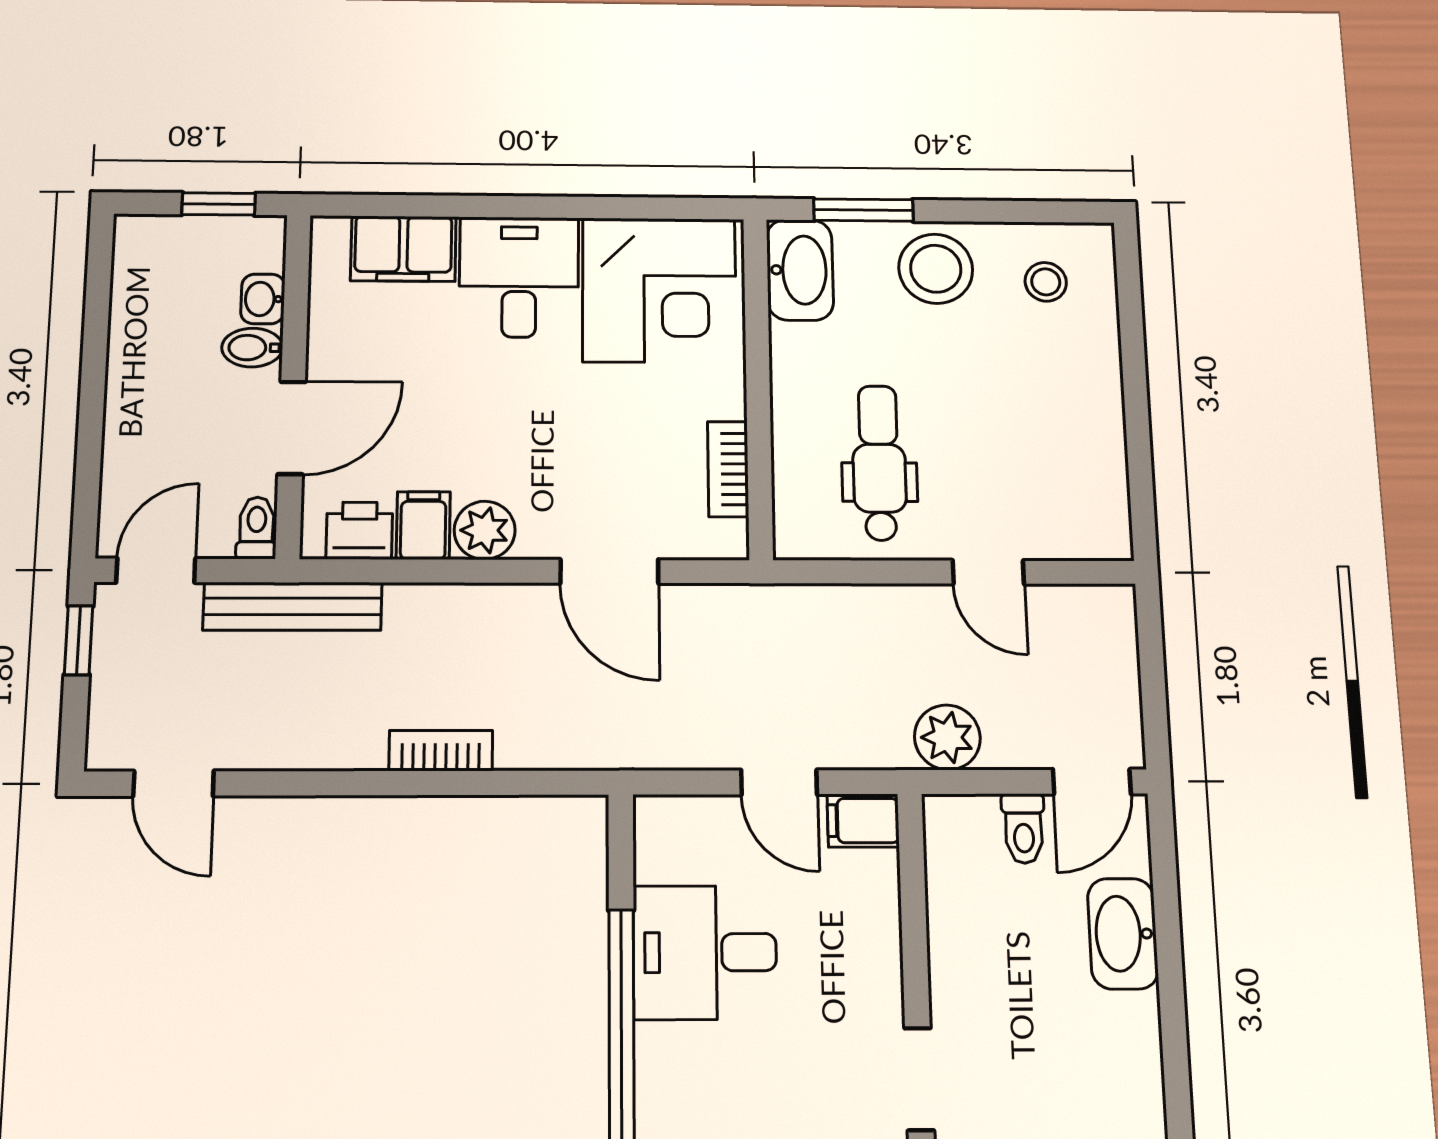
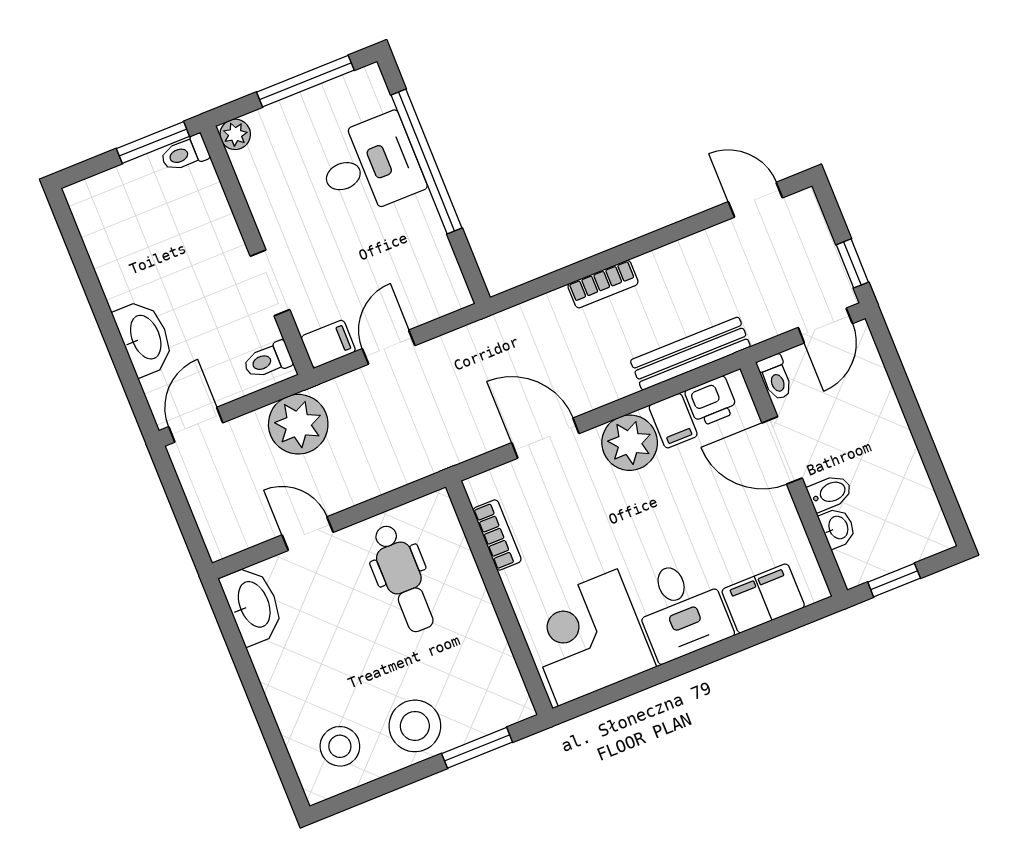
washbasin: (800, 270) -> (253, 605), moved, turned 180
stool: (1046, 282) -> (340, 746), width x1.37, depth x1.37
door: (292, 428) -> (782, 450), hinge flipped
plant: (485, 530) -> (630, 443), width x1.36, depth x1.36
bench: (293, 606) -> (690, 354), moved
plant: (947, 737) -> (298, 424), width x1.36, depth x1.36
door: (779, 782) -> (389, 347), hinge flipped
toilet: (1024, 828) -> (268, 360), moved, turned -90
desk: (705, 952) -> (370, 165), moved
doorway: (919, 1079) -> (270, 283), moved

